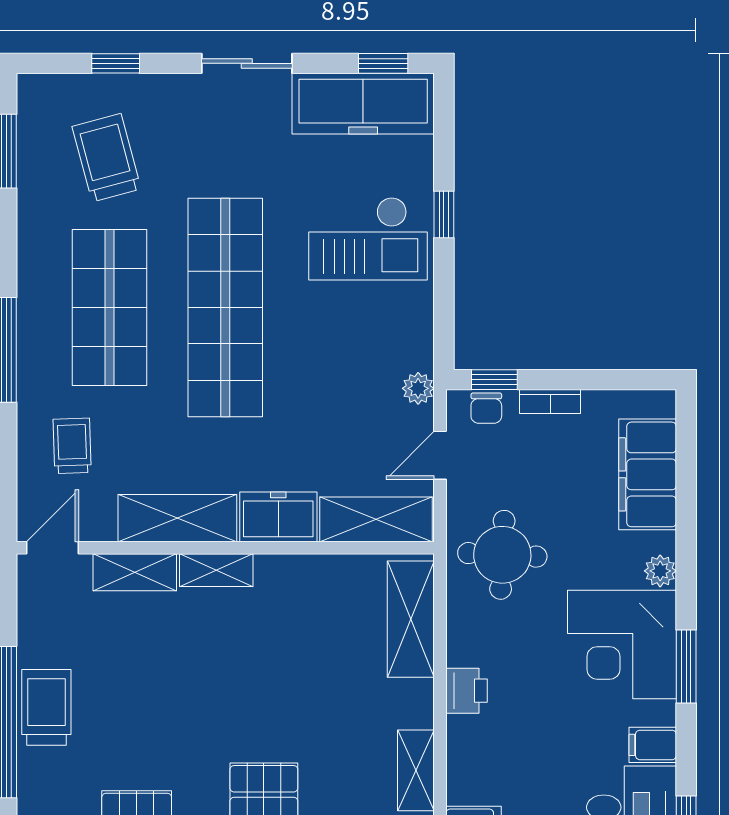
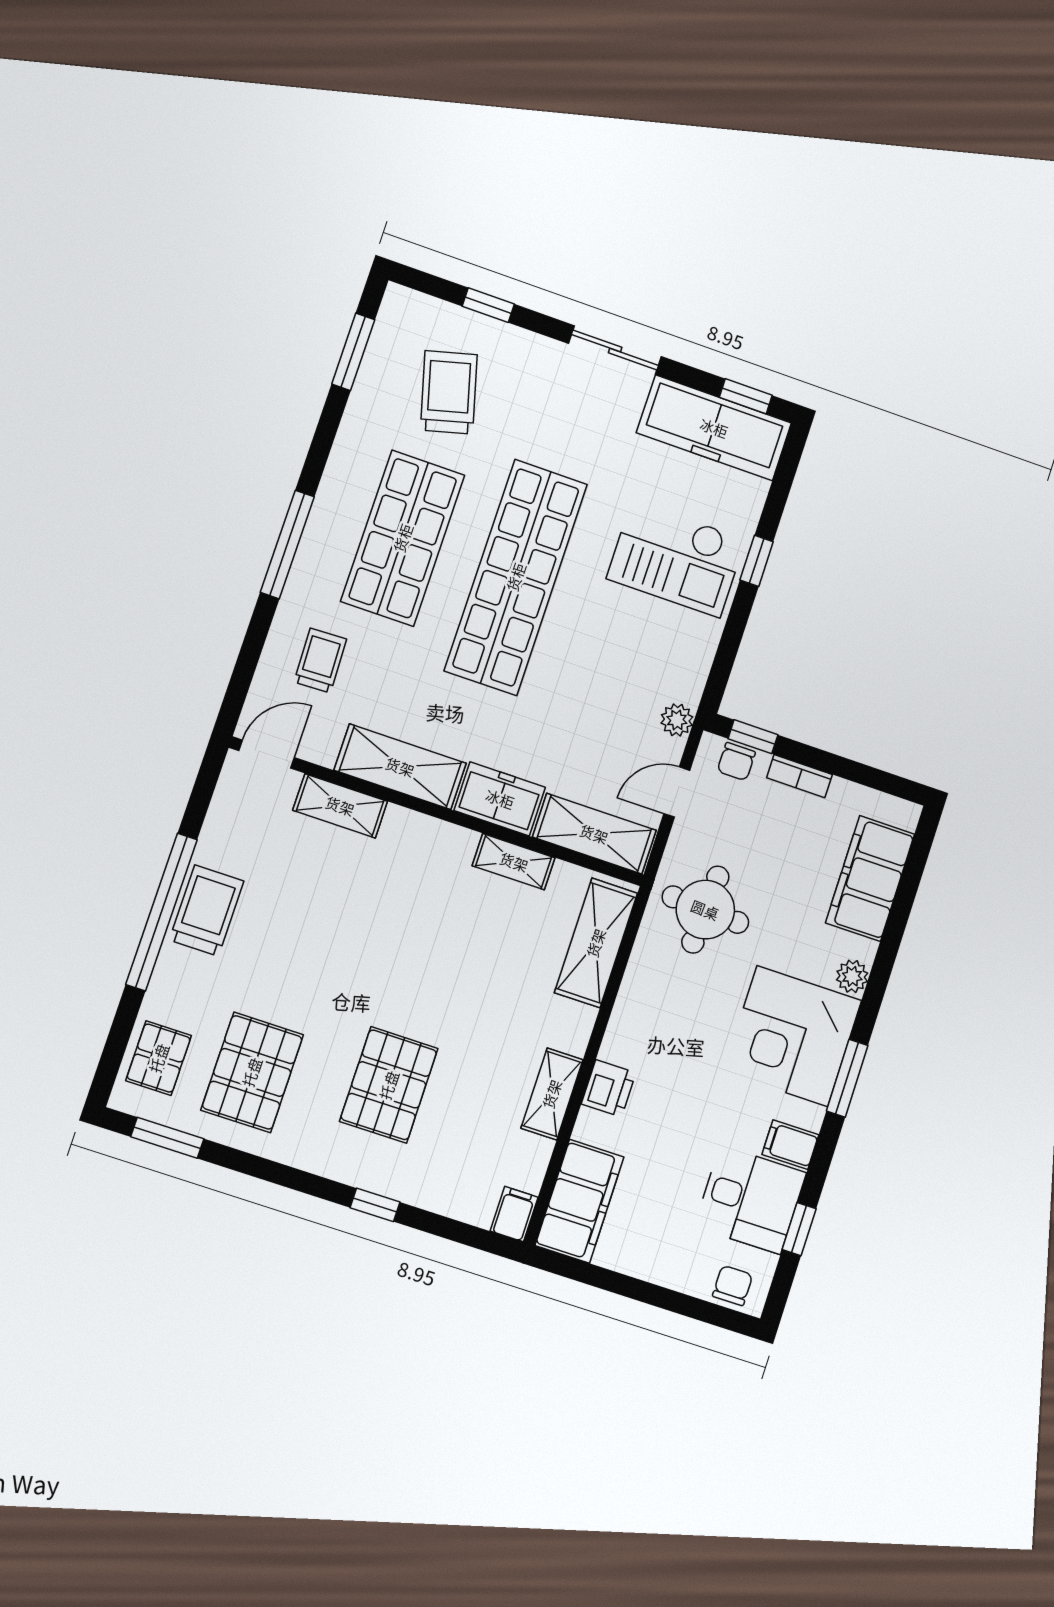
shelving: (216, 570) -> (514, 862), moved
printer: (466, 691) -> (609, 1088), moved

